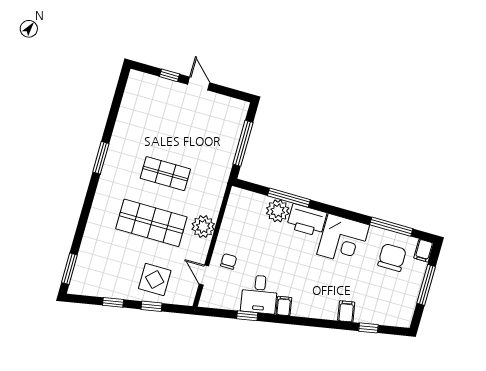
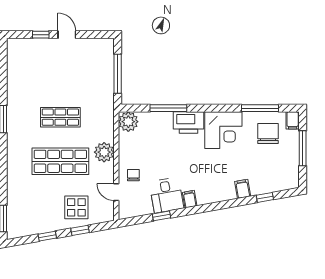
plant: (278, 211) -> (128, 122), moved

